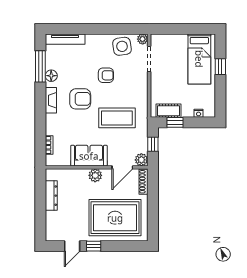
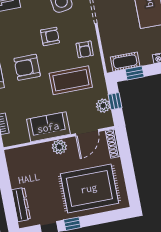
armchair: (135, 93) -> (85, 49), added
armchair: (80, 99) -> (27, 67), turned 180
plant: (141, 160) -> (103, 106), moved
dresser: (51, 196) -> (21, 205), moved

